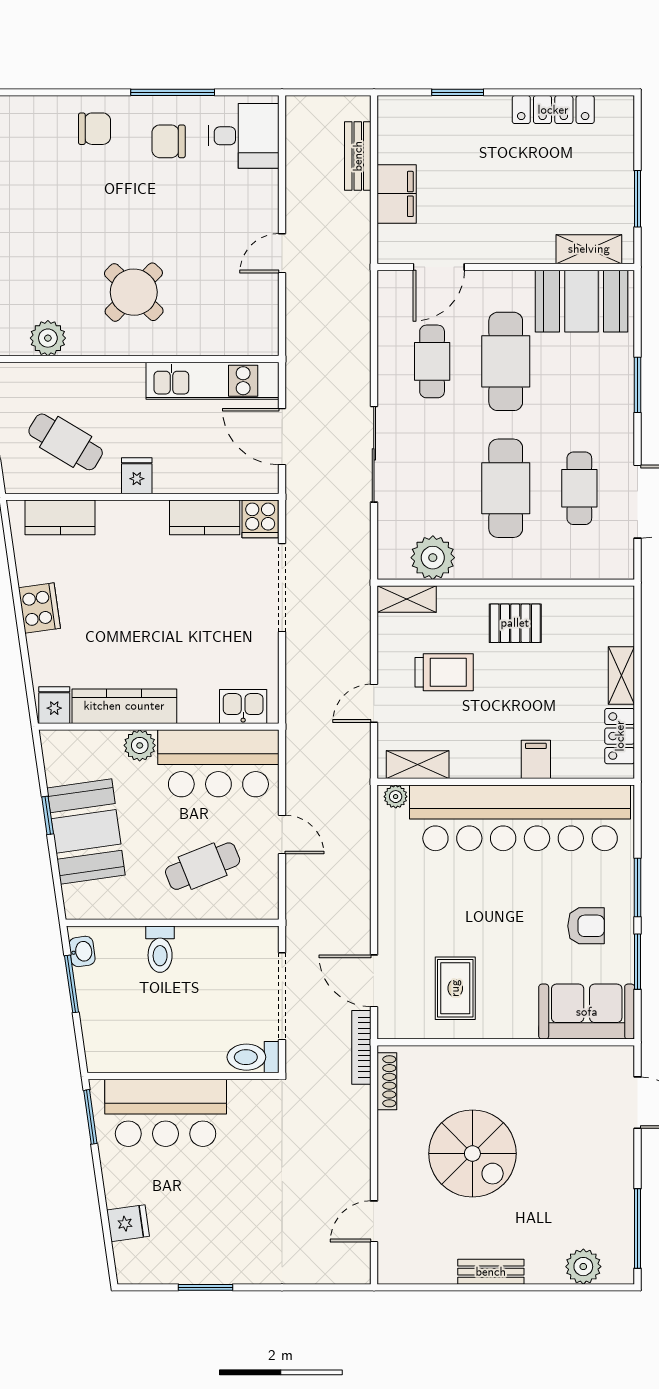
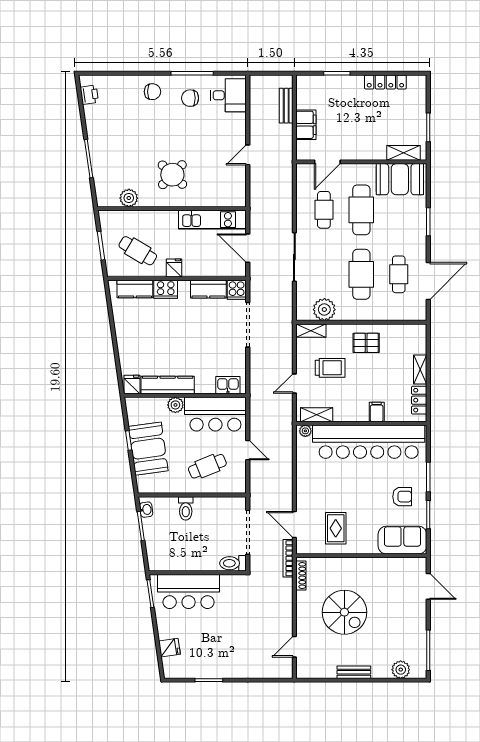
cooker: (39, 608) -> (166, 289), moved, turned 98

